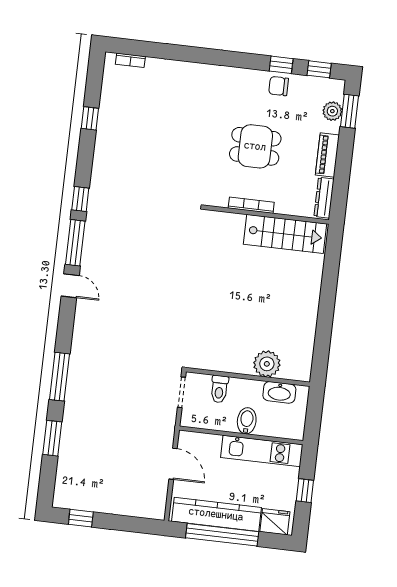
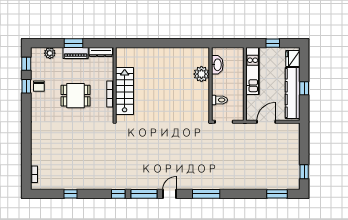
window: (349, 111) -> (73, 43), moved
dining table: (255, 146) -> (76, 96), turned 90
stairs: (285, 234) -> (125, 91), moved
window: (59, 377) -> (206, 194), moved
bidet: (247, 421) -> (236, 82), removed
window: (52, 438) -> (277, 194), moved
window: (222, 535) -> (304, 88), width x0.32

